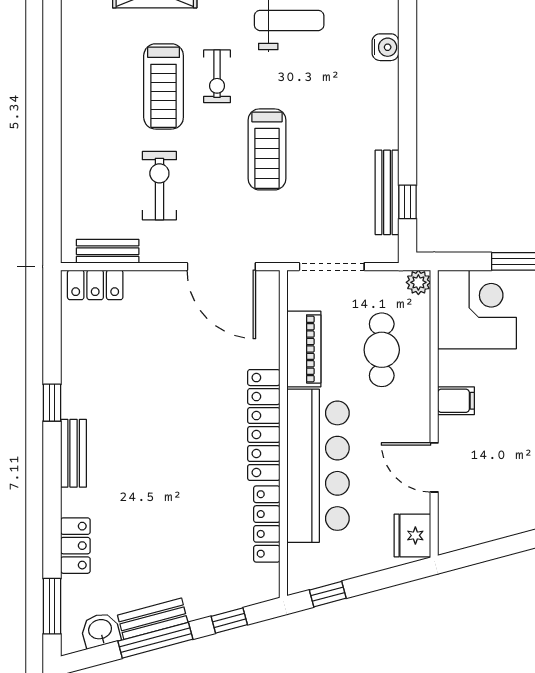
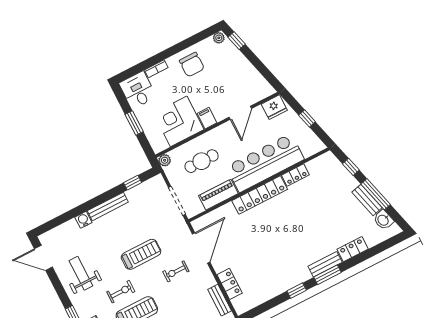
water cooler: (385, 47) -> (83, 220), moved
exercise bike: (159, 186) -> (176, 271), moved, width x0.73, depth x0.72
bench: (387, 192) -> (108, 206), moved
locker: (95, 285) -> (230, 284), moved
corner desk: (477, 309) -> (179, 121), moved
bench: (74, 453) -> (325, 264), moved
locker: (267, 524) -> (295, 175), width x0.66
window: (328, 594) -> (307, 118), moved
window: (52, 606) -> (327, 275), moved

